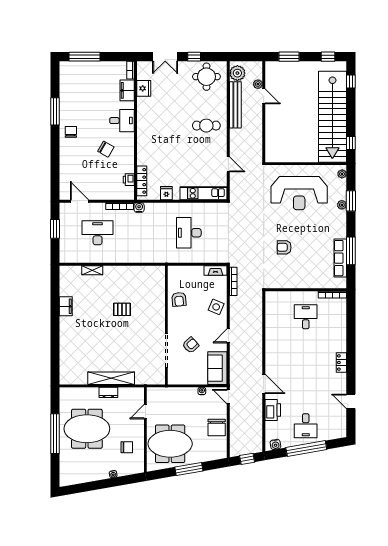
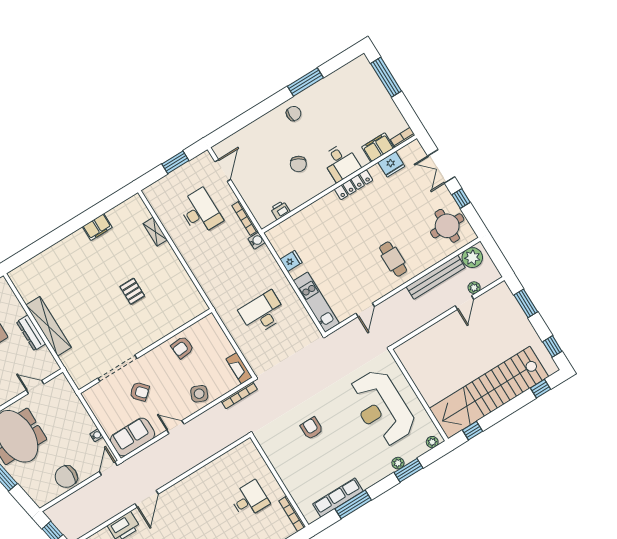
locker: (142, 181) -> (354, 185), moved
dresser: (108, 392) -> (31, 333), width x1.44

